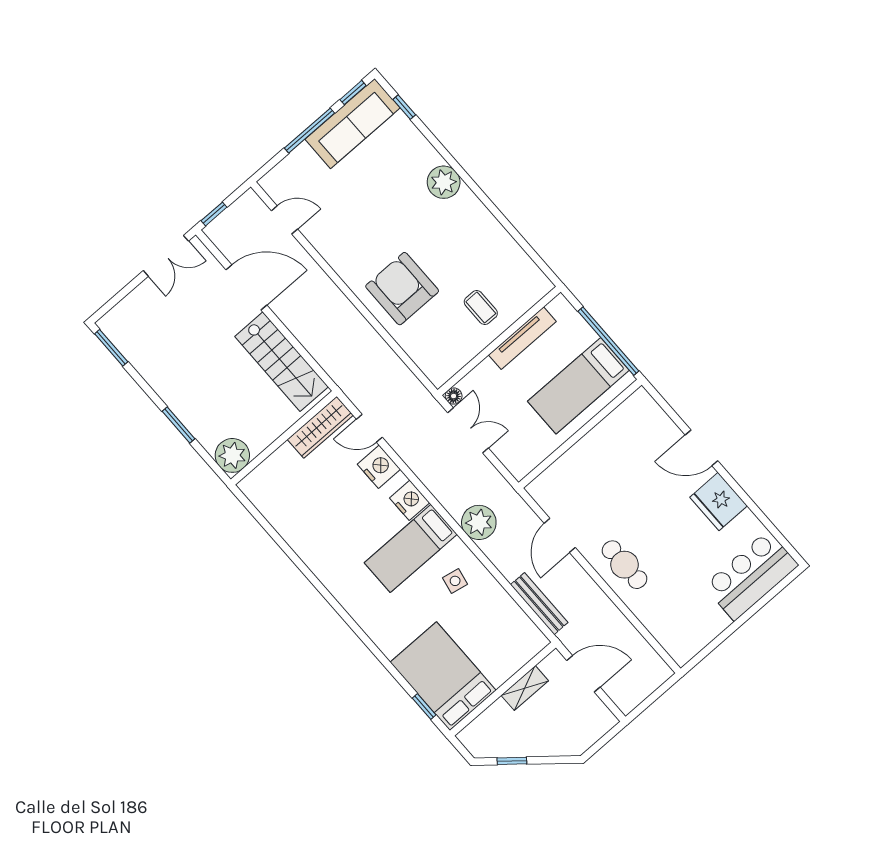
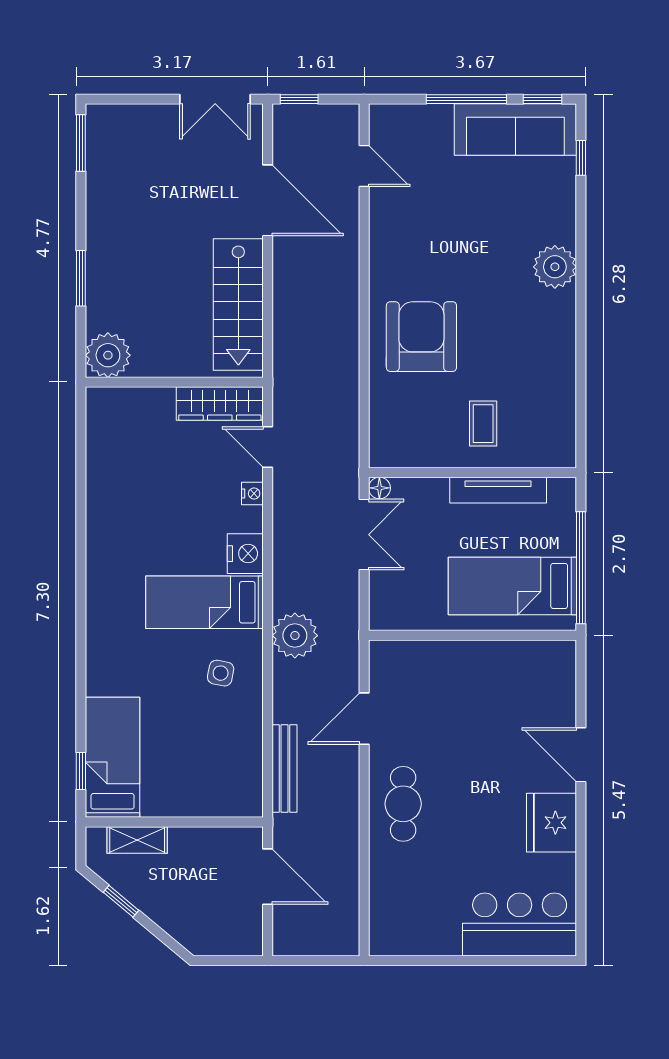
nightstand: (379, 467) -> (252, 494), width x0.53, depth x0.56
bed: (443, 676) -> (113, 757), width x0.67
shelving: (525, 688) -> (137, 840), moved

